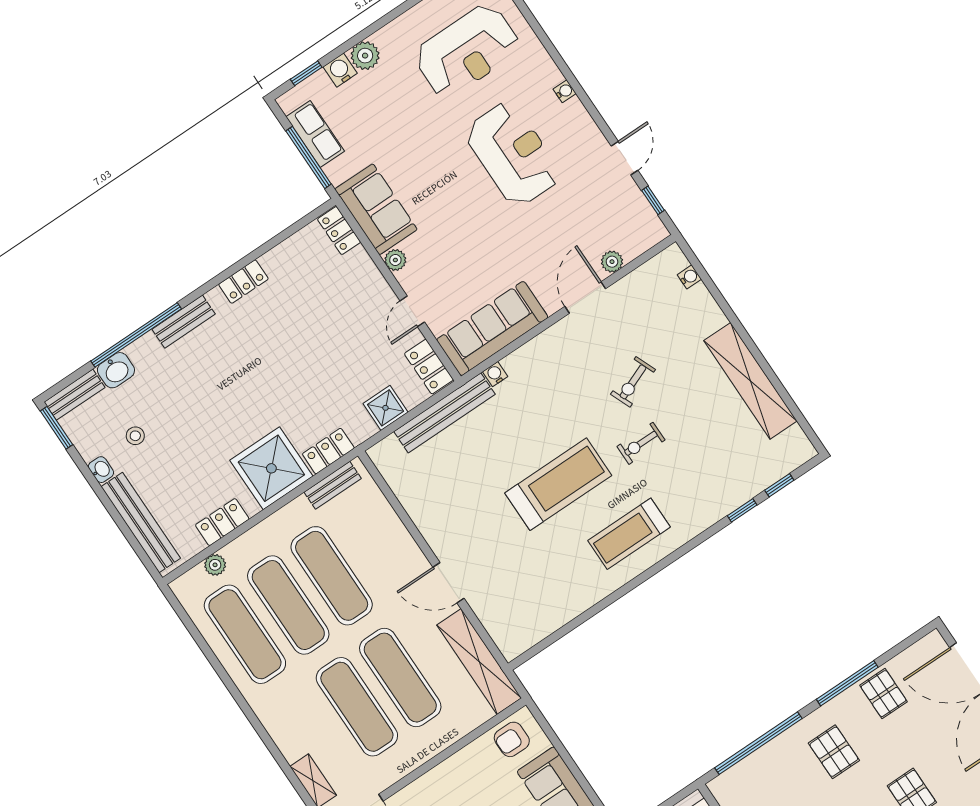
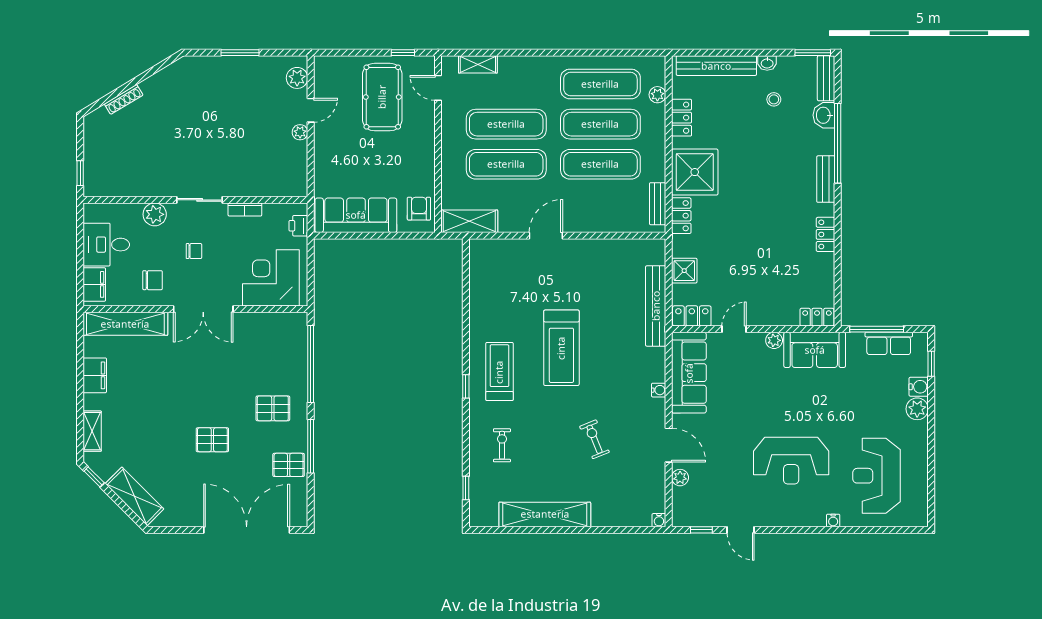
water cooler: (565, 91) -> (833, 521), moved
water cooler: (689, 277) -> (659, 520), moved
door: (412, 311) -> (734, 329), hinge flipped
water cooler: (495, 374) -> (659, 390), moved
exercise bike: (641, 443) -> (502, 445), moved
window: (742, 510) -> (466, 386), moved
shelving: (479, 662) -> (469, 221), width x0.68

